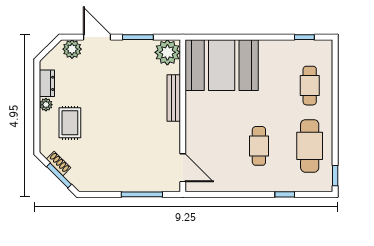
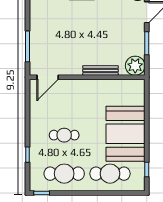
booth: (222, 65) -> (125, 134), moved
cafe table: (310, 86) -> (110, 174), width x1.37, depth x1.35

